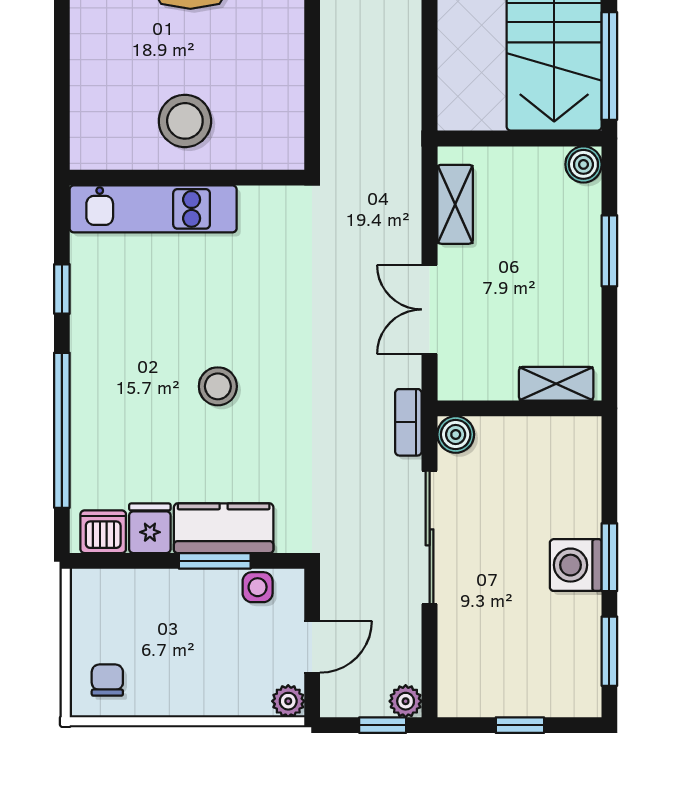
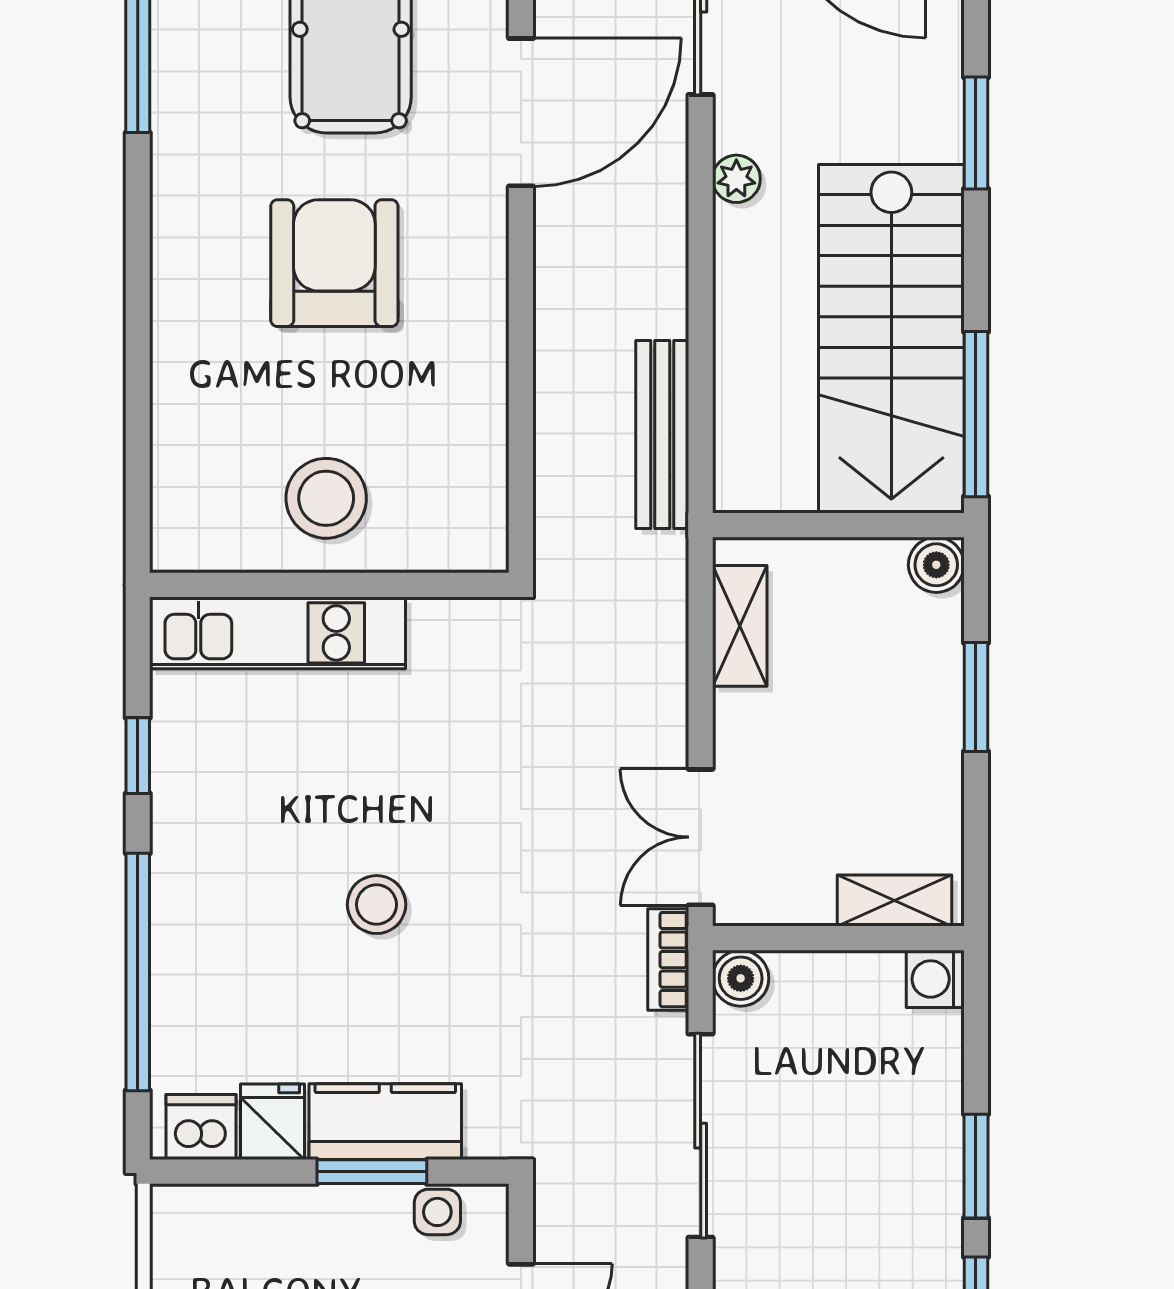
bench: (404, 79) -> (662, 435), added
double door: (430, 309) -> (701, 837), moved
washing machine: (576, 565) -> (935, 979), moved, width x0.73, depth x0.73

